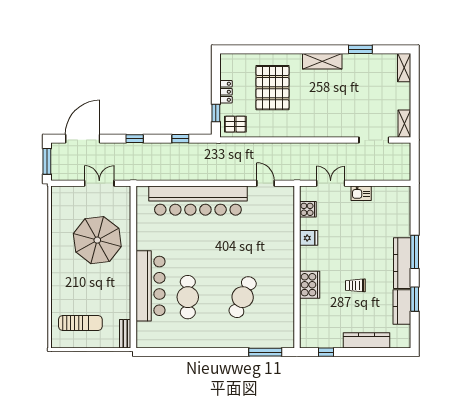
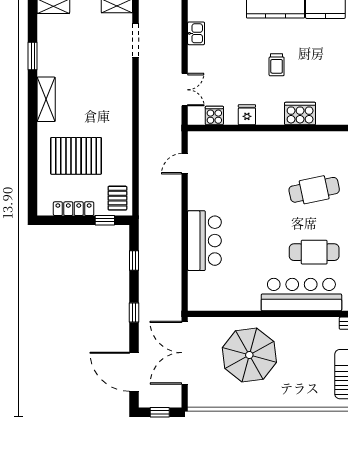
locker: (226, 92) -> (74, 209), width x1.53
window: (47, 161) -> (160, 412), width x0.67
double door: (99, 183) -> (185, 353), width x1.87
double door: (331, 183) -> (185, 90), swing flipped
kitchen sink: (361, 193) -> (196, 33), moved
bar counter: (198, 201) -> (204, 241), width x0.54
trolley: (355, 285) -> (277, 65), moved
cafe table: (243, 297) -> (314, 190), turned -36

